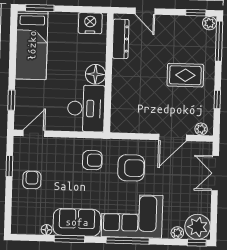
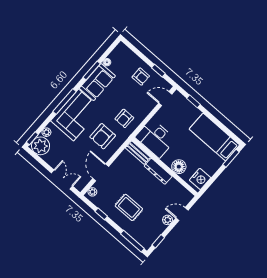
plant: (209, 23) -> (168, 220), moved
dresser: (121, 39) -> (158, 171), moved
floor lamp: (95, 74) -> (179, 167), moved
rug: (185, 75) -> (129, 207), turned 90
bench: (117, 115) -> (138, 153), added
door: (34, 133) -> (165, 99), swing flipped

